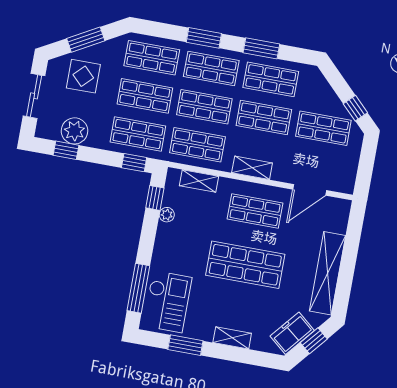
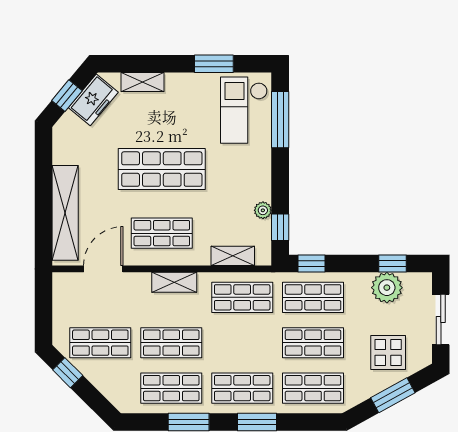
shop shelf: (204, 107) -> (242, 343), removed
shelving: (328, 273) -> (65, 213), moved
shelving: (232, 338) -> (142, 82), moved

